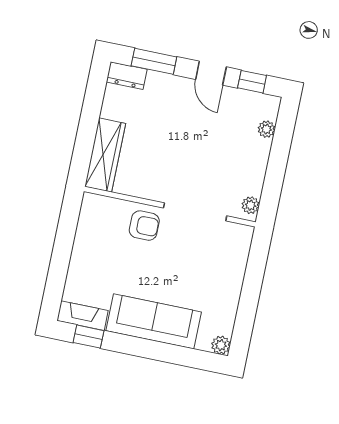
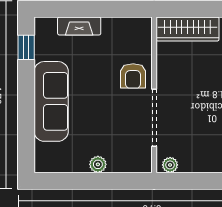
fireplace: (83, 316) -> (79, 26), moved, turned 90
plant: (221, 345) -> (98, 164), moved

